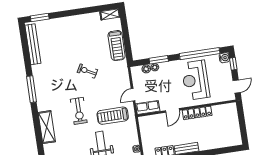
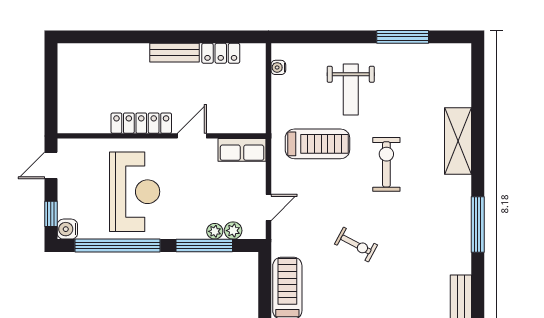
window: (159, 60) -> (204, 246), width x1.44
door: (133, 95) -> (269, 208), moved

